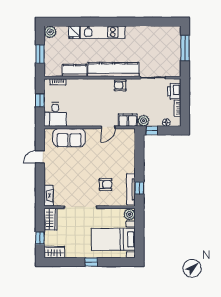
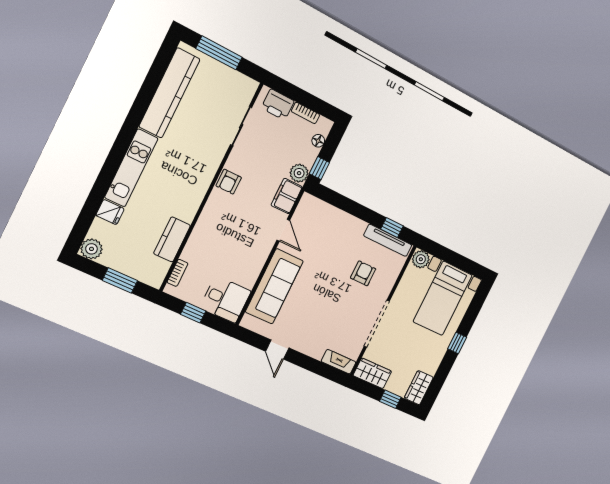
kitchen counter: (113, 69) -> (169, 93), moved, turned 180
sofa: (69, 138) -> (274, 286), width x1.36

